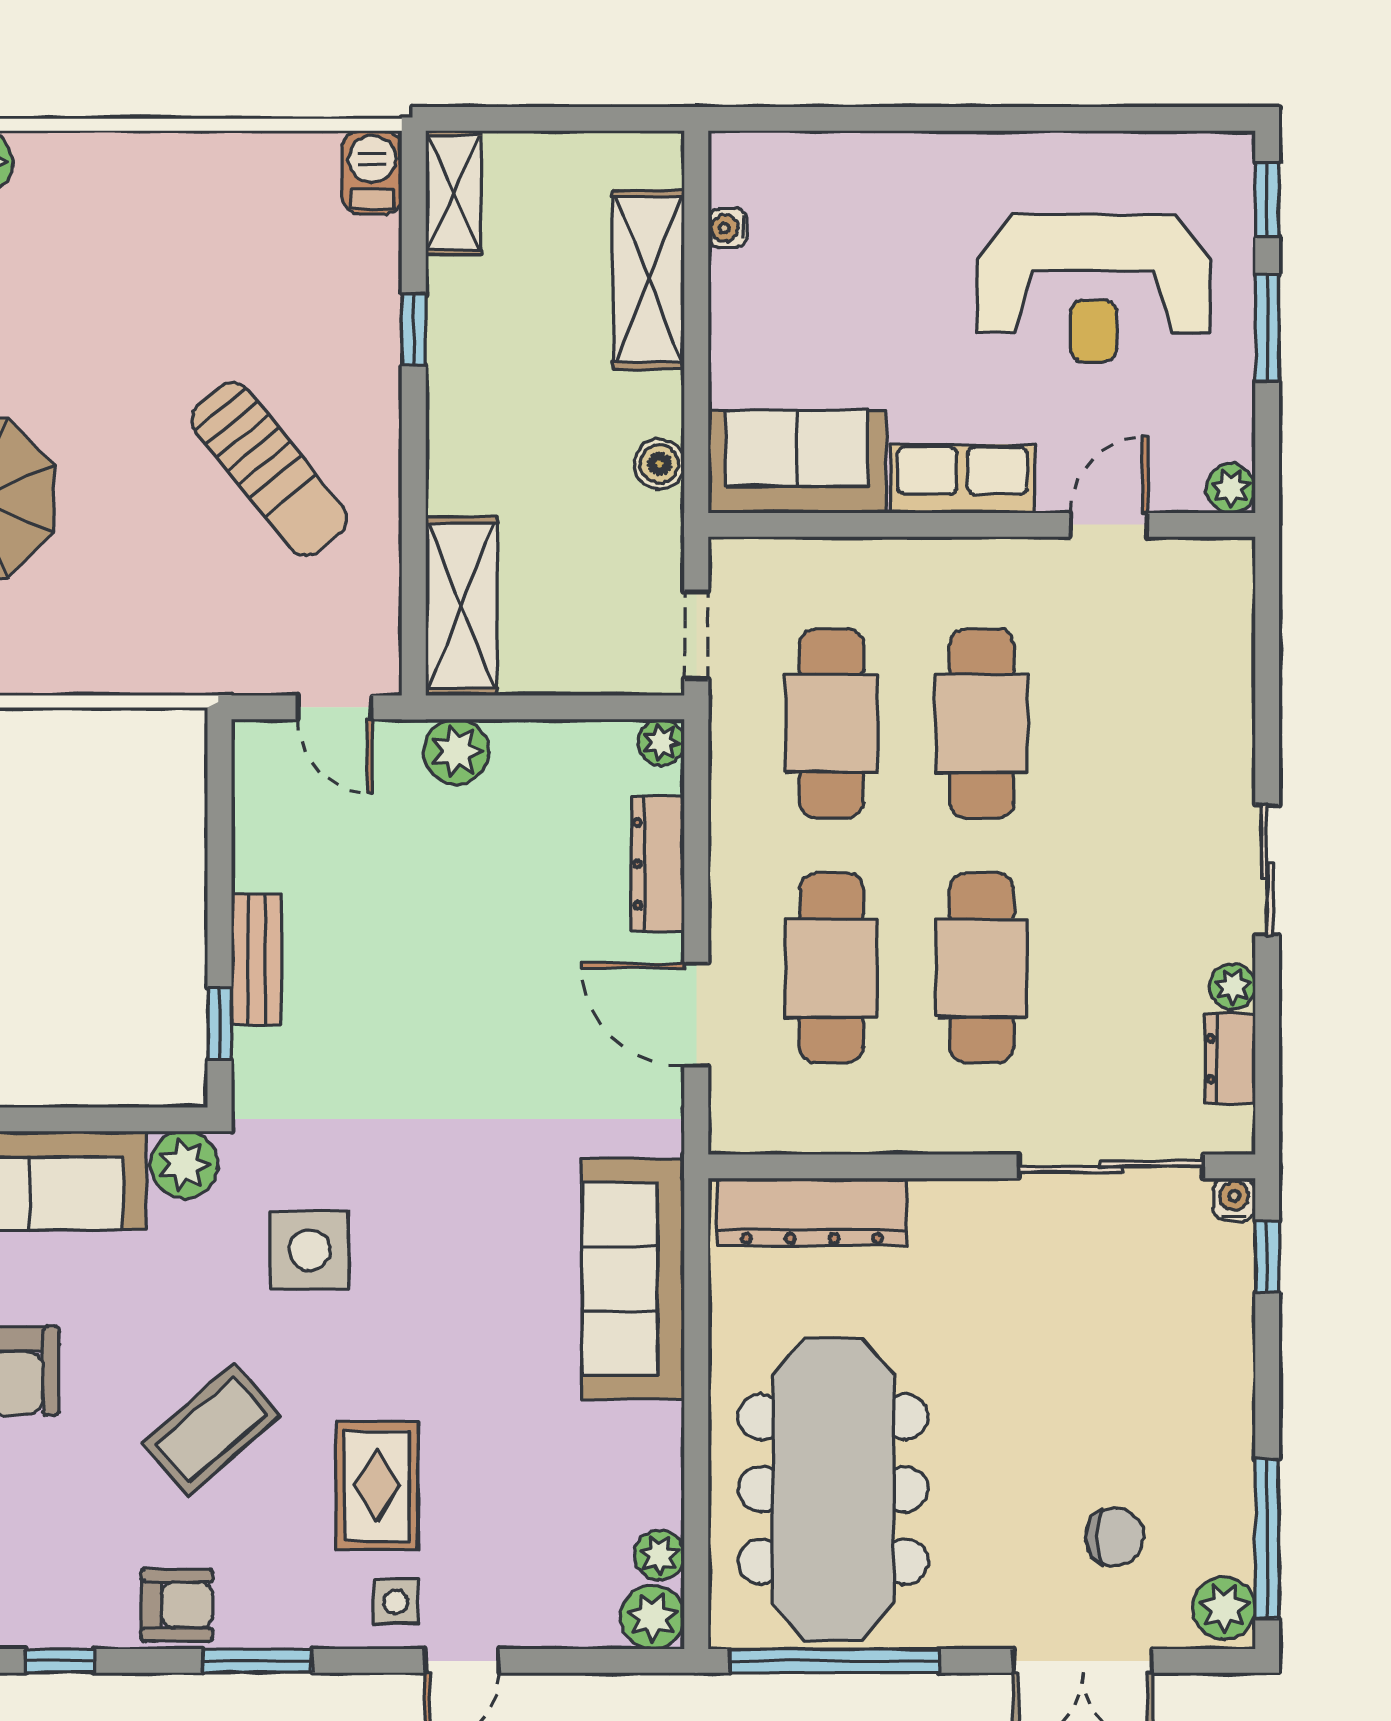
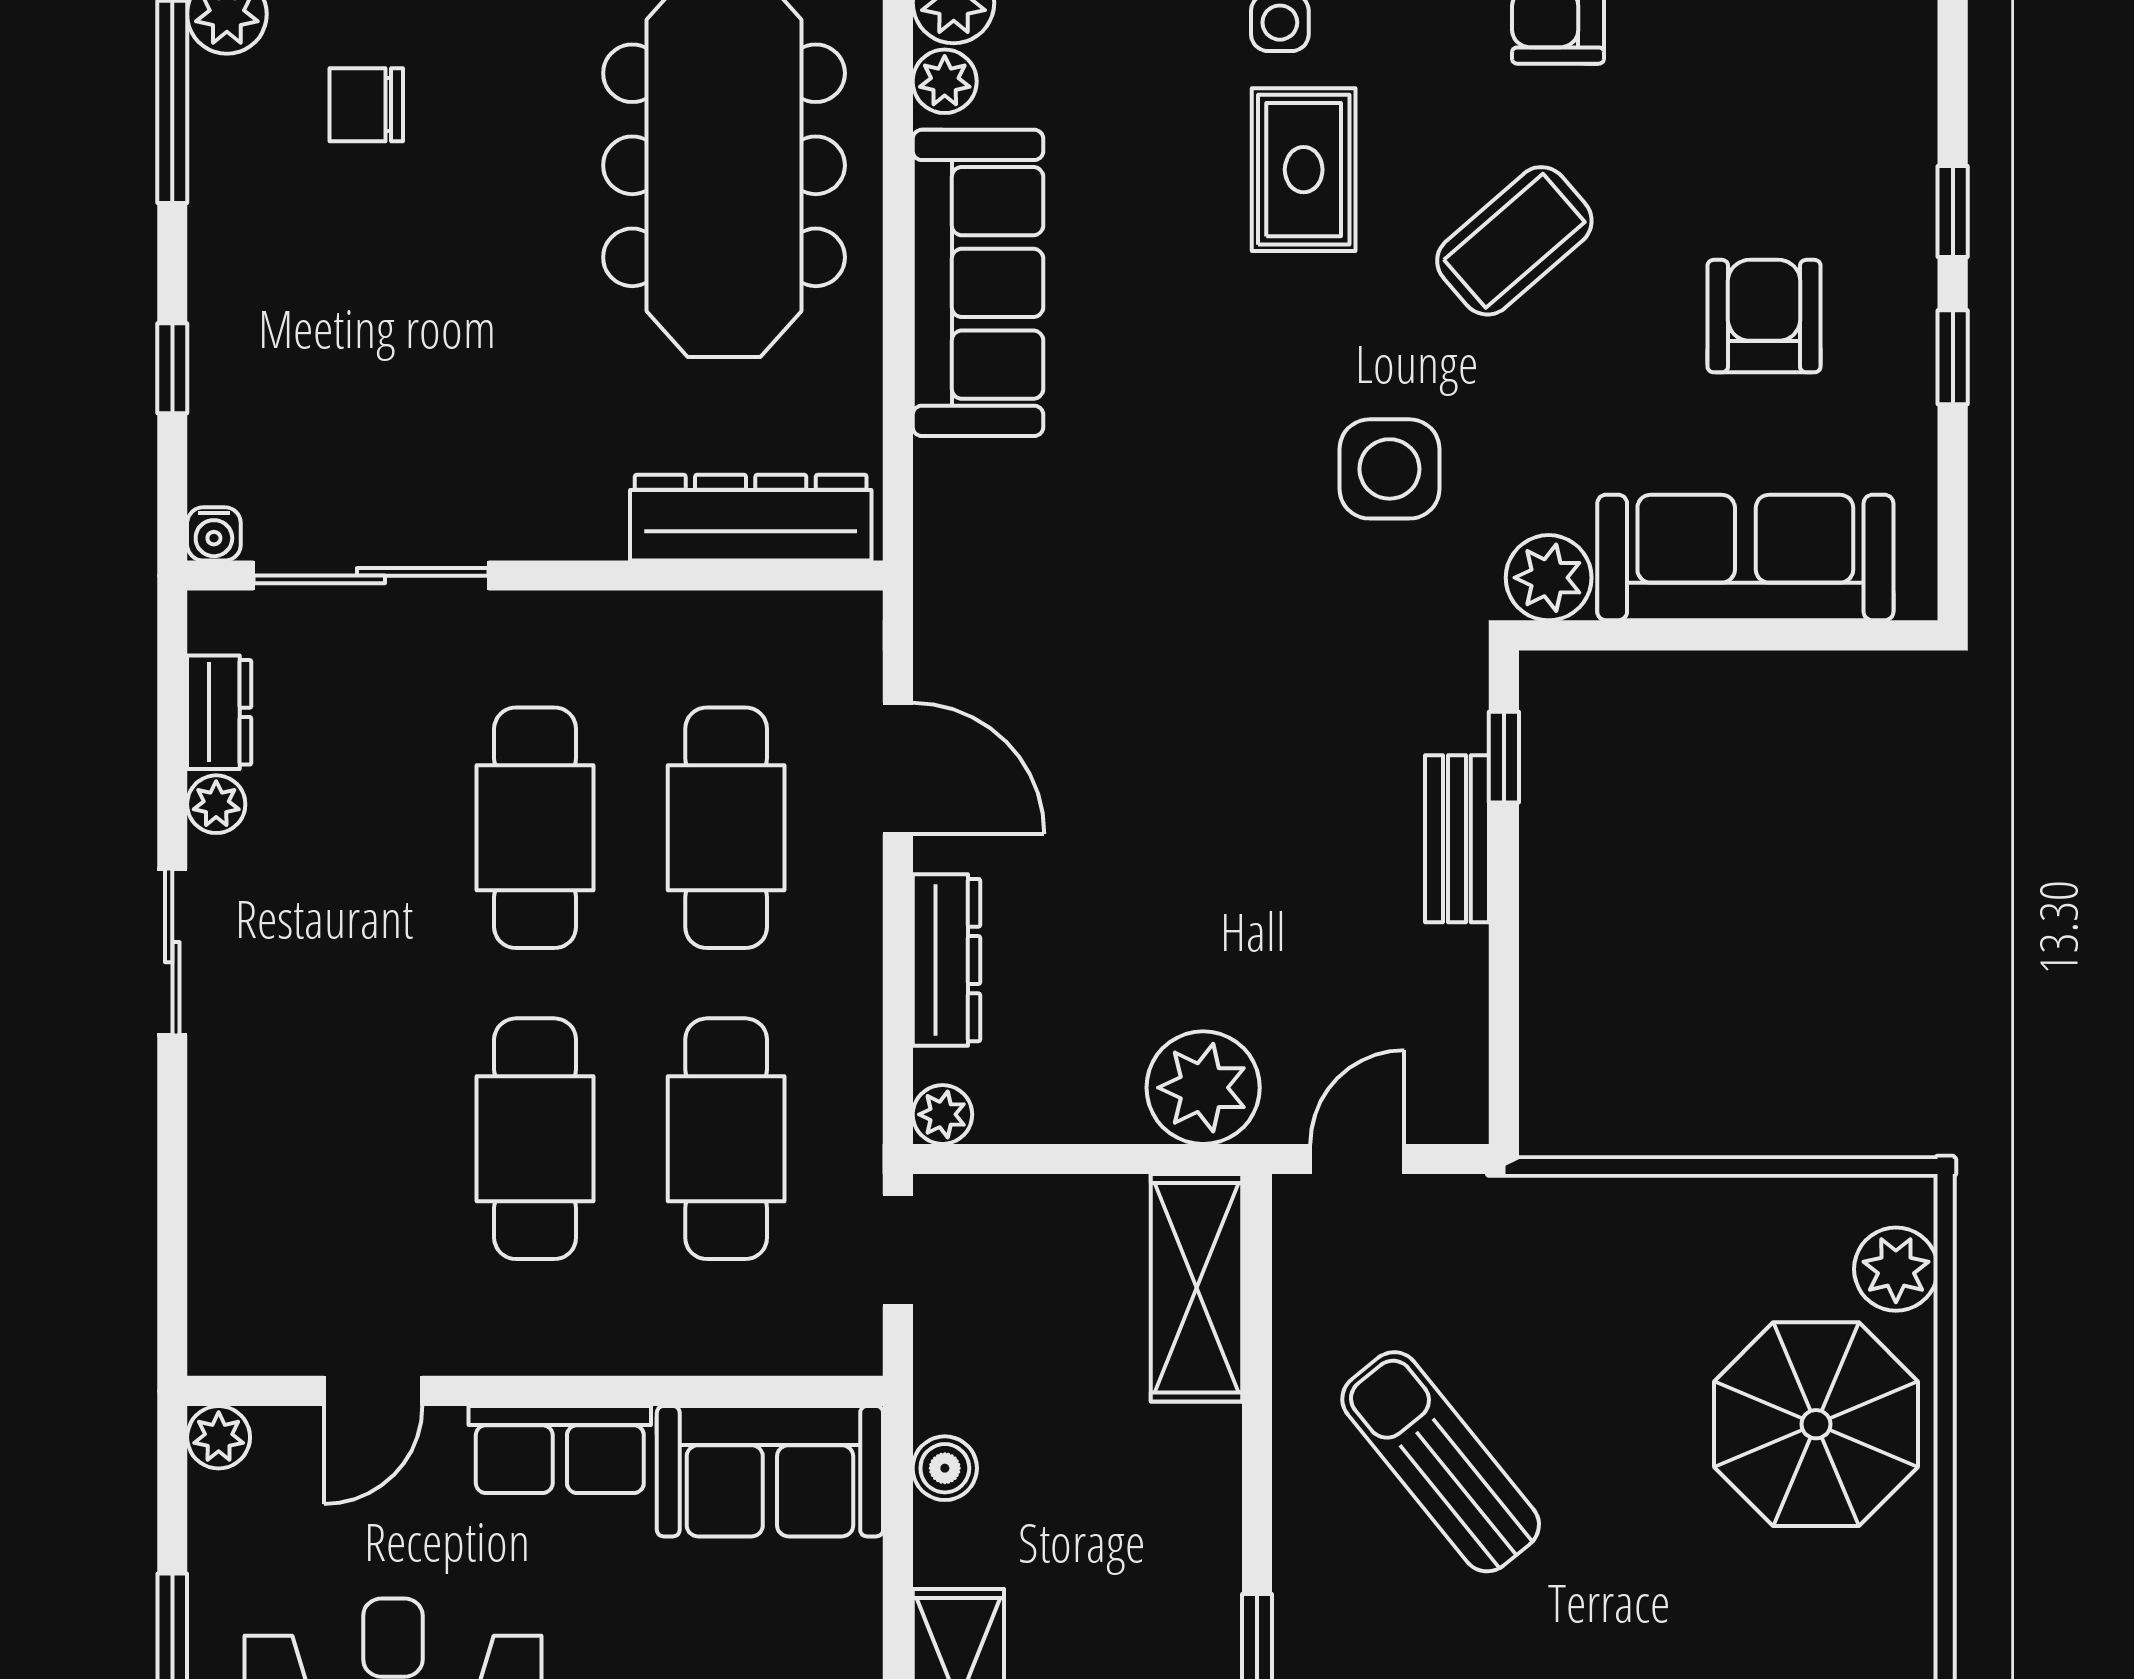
door: (335, 707) -> (1357, 1159), hinge flipped
plant: (456, 752) -> (1203, 1088), width x1.36, depth x1.36
window: (1267, 1257) -> (172, 368), moved
sofa: (633, 1279) -> (978, 283), moved

